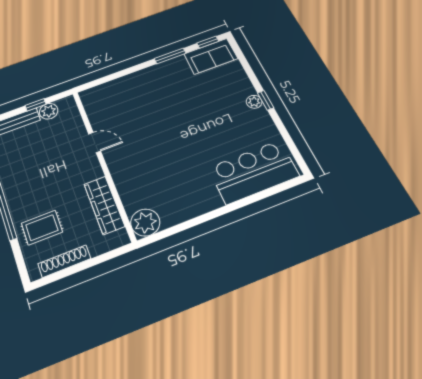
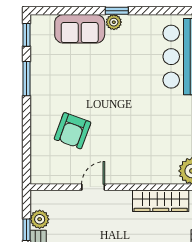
sofa: (211, 56) -> (80, 29), moved, turned 90
armchair: (140, 107) -> (73, 131), added

